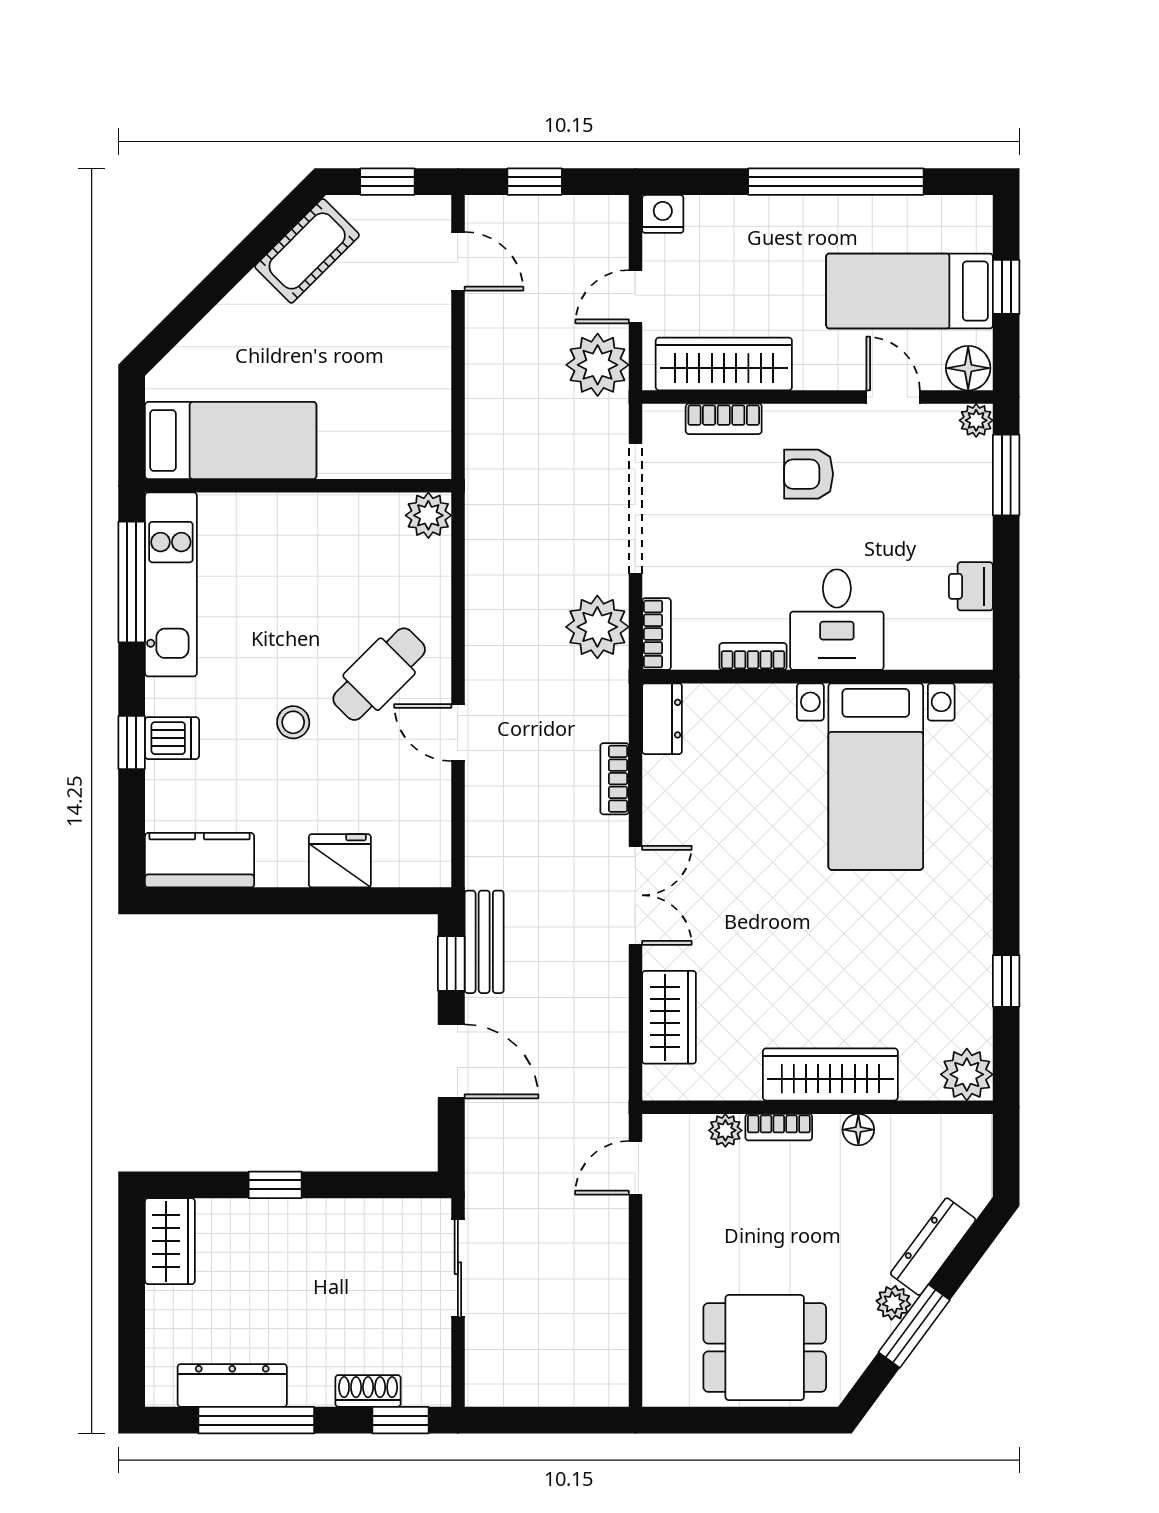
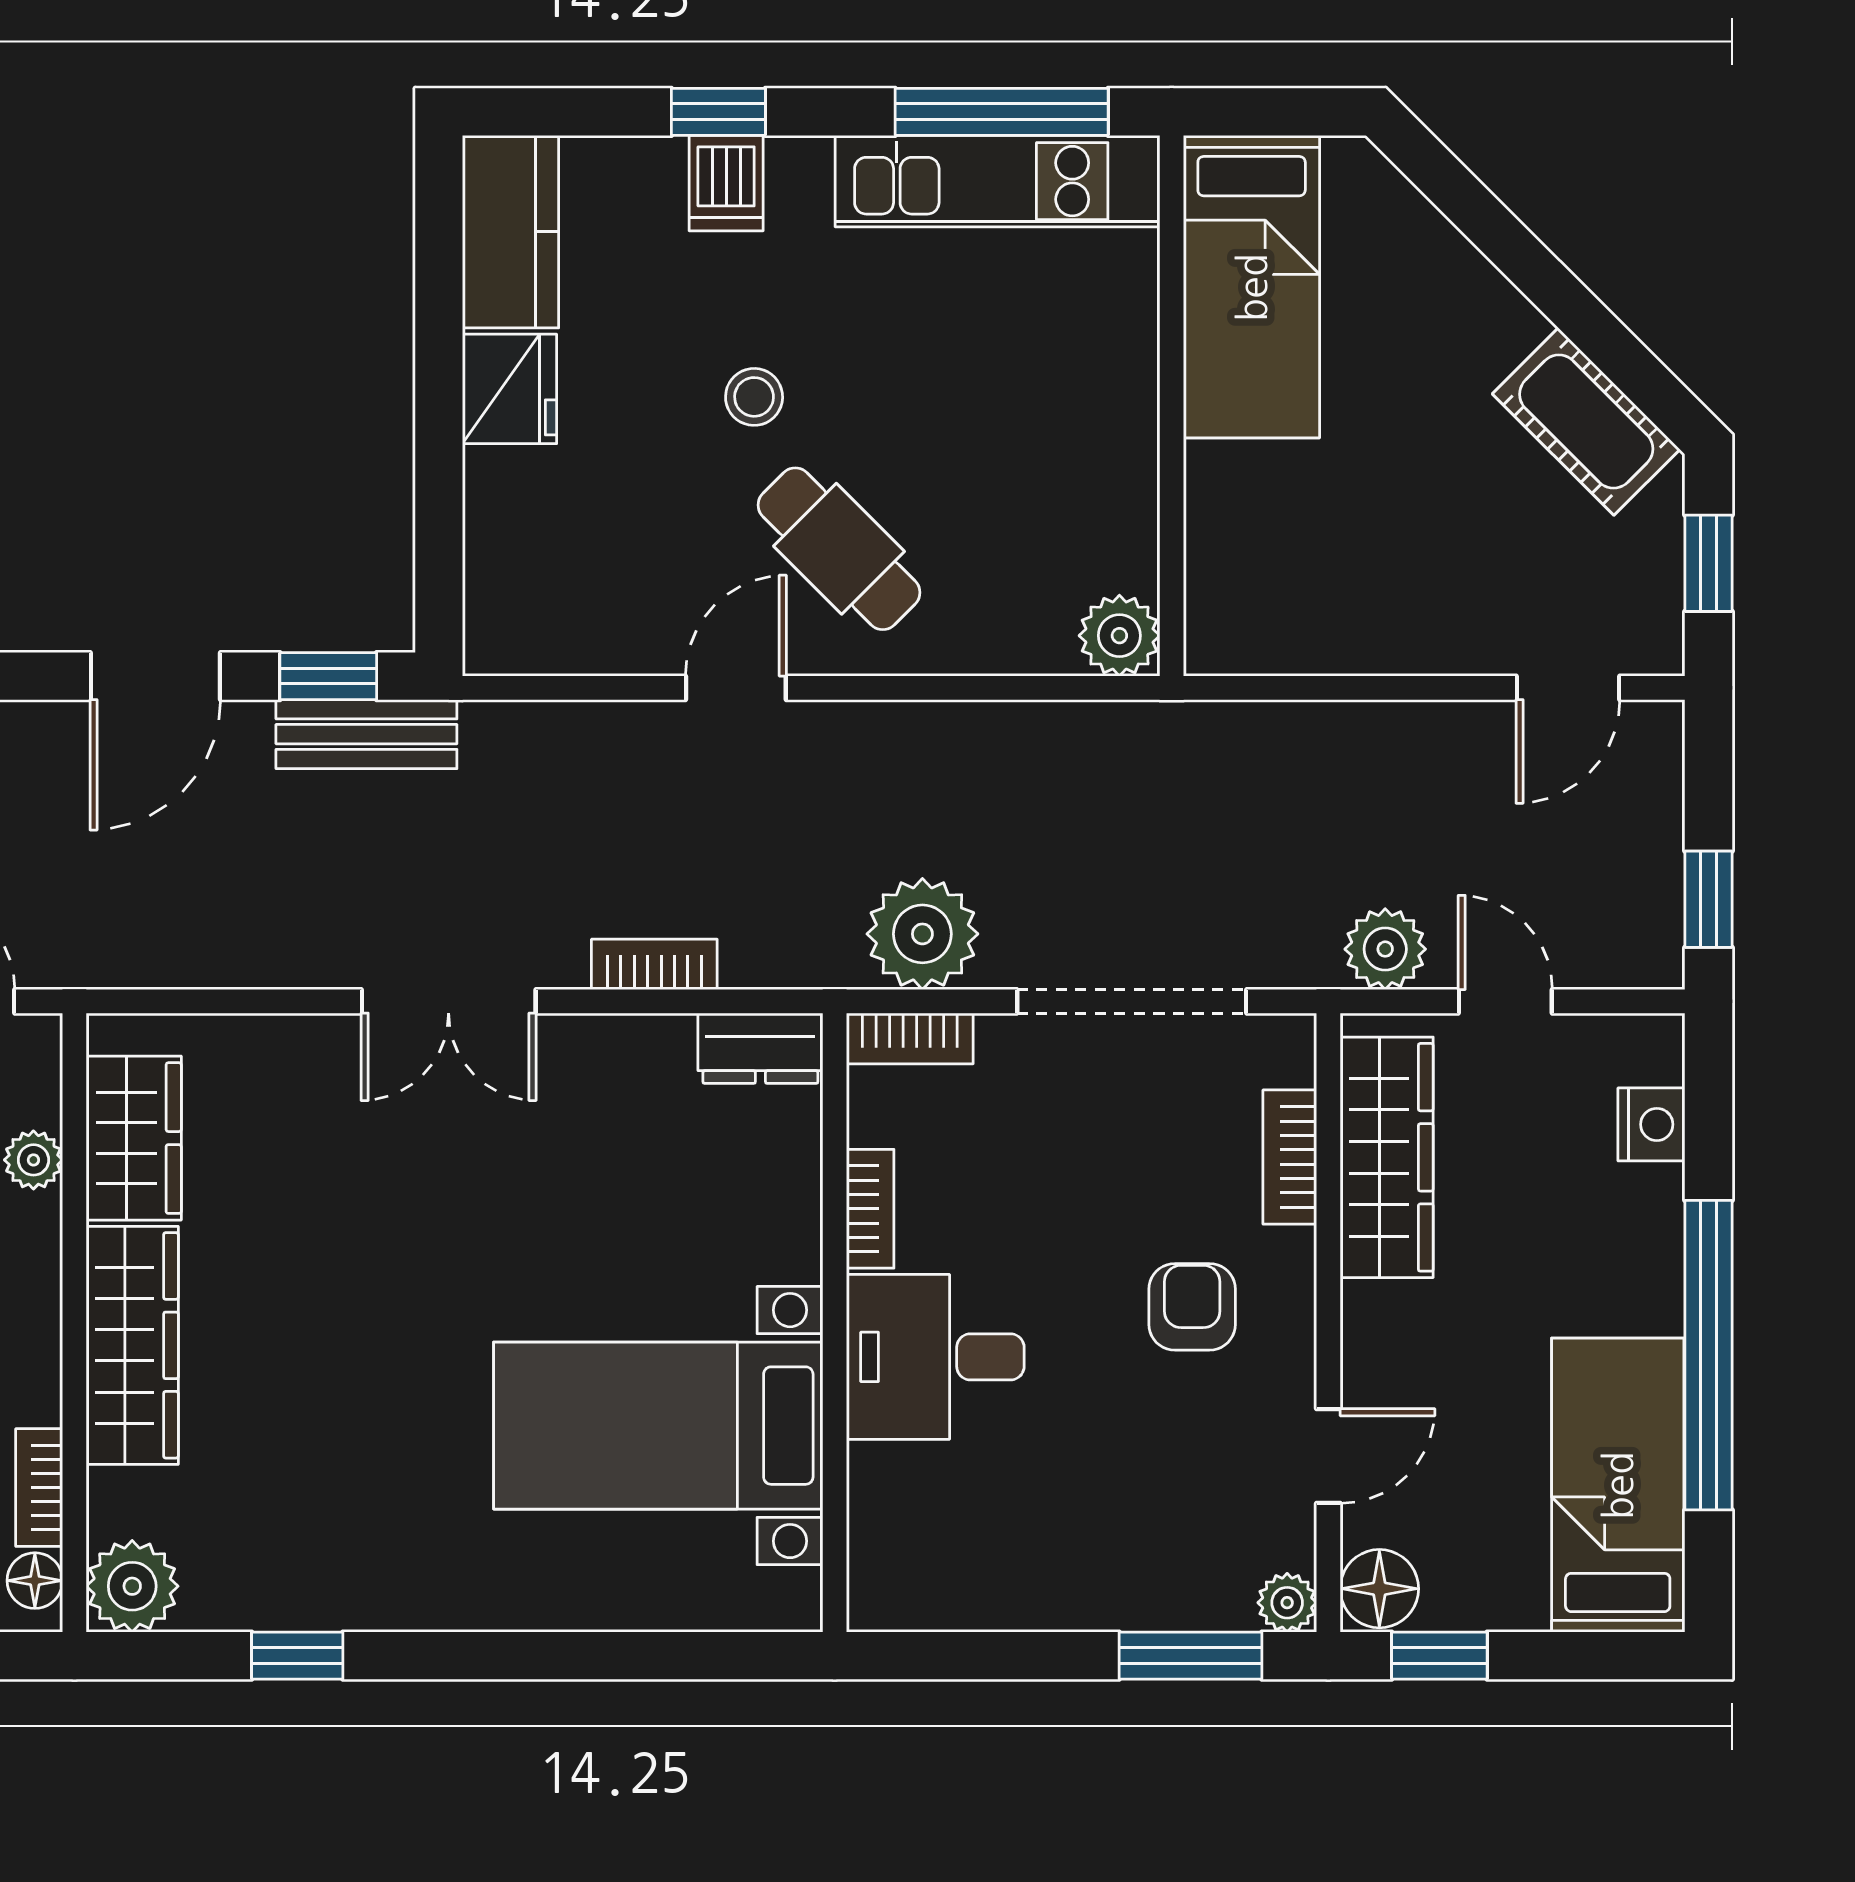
window: (535, 182) -> (1709, 899), moved
nightstand: (663, 214) -> (1651, 1124), moved
window: (1006, 287) -> (1439, 1656), moved
bed: (910, 291) -> (1618, 1485), moved
plant: (598, 365) -> (1385, 949), width x0.73, depth x0.73
printer: (971, 586) -> (994, 1593), removed
fridge: (340, 861) -> (510, 389), moved
wardrobe: (669, 1017) -> (134, 1138), moved, turned -90
bookcase: (779, 1127) -> (39, 1488), moved
floor lamp: (858, 1130) -> (35, 1581), moved

